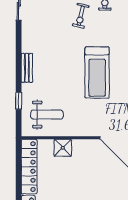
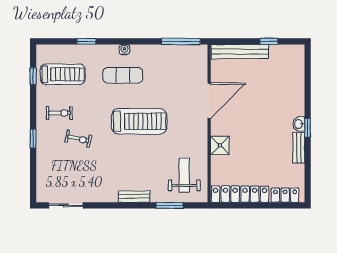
window: (19, 101) -> (169, 205), width x1.50
shower: (63, 148) -> (220, 145), moved

